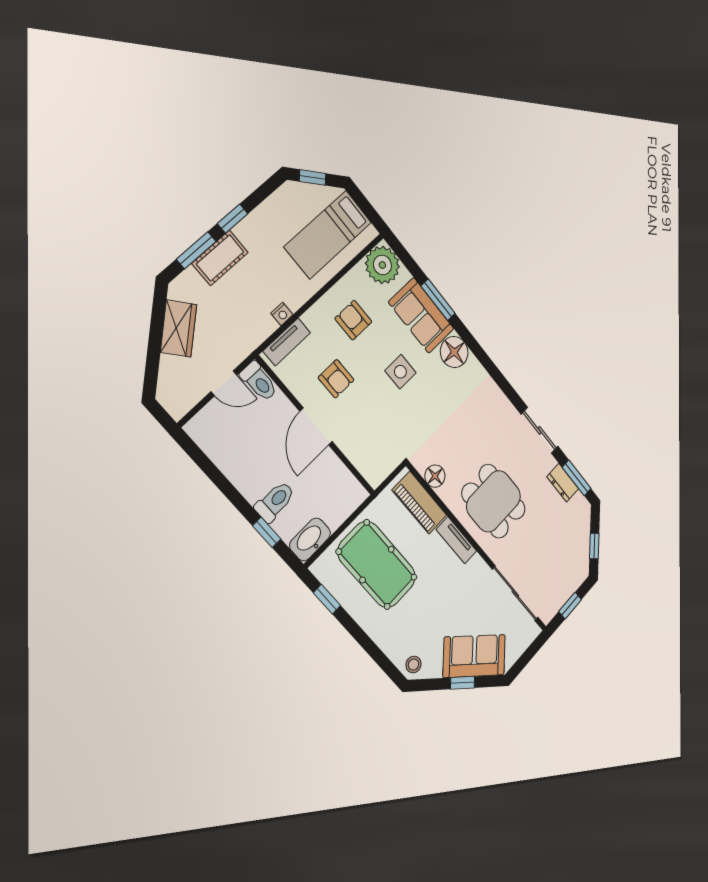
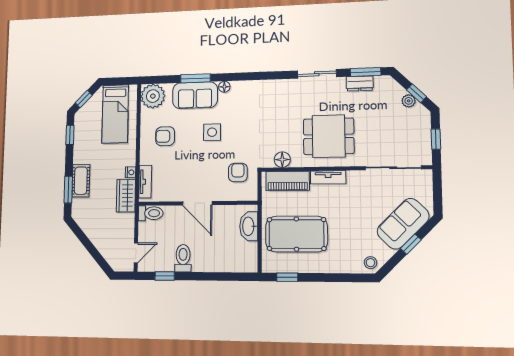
window: (233, 219) -> (70, 135), moved
wardrobe: (179, 328) -> (126, 196), moved, turned -139
floor lamp: (454, 352) -> (224, 87), width x0.53, depth x0.53
armchair: (336, 379) -> (238, 173), moved, turned -90
door: (224, 383) -> (136, 253), moved
toilet: (275, 502) -> (183, 258), moved
window: (267, 532) -> (165, 276), moved
washbasin: (310, 539) -> (249, 226), moved
plant: (583, 546) -> (409, 101), added

